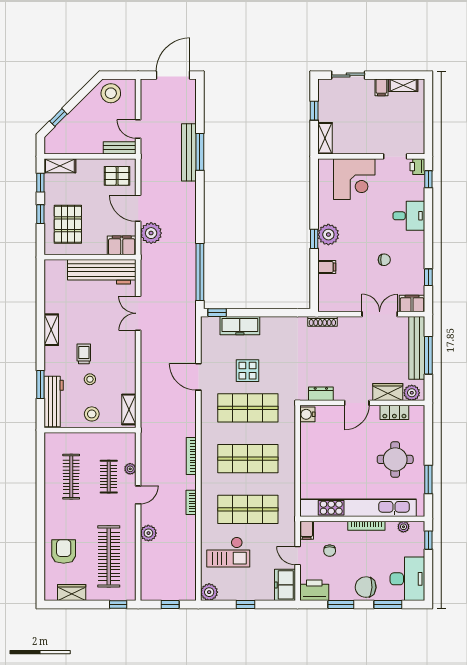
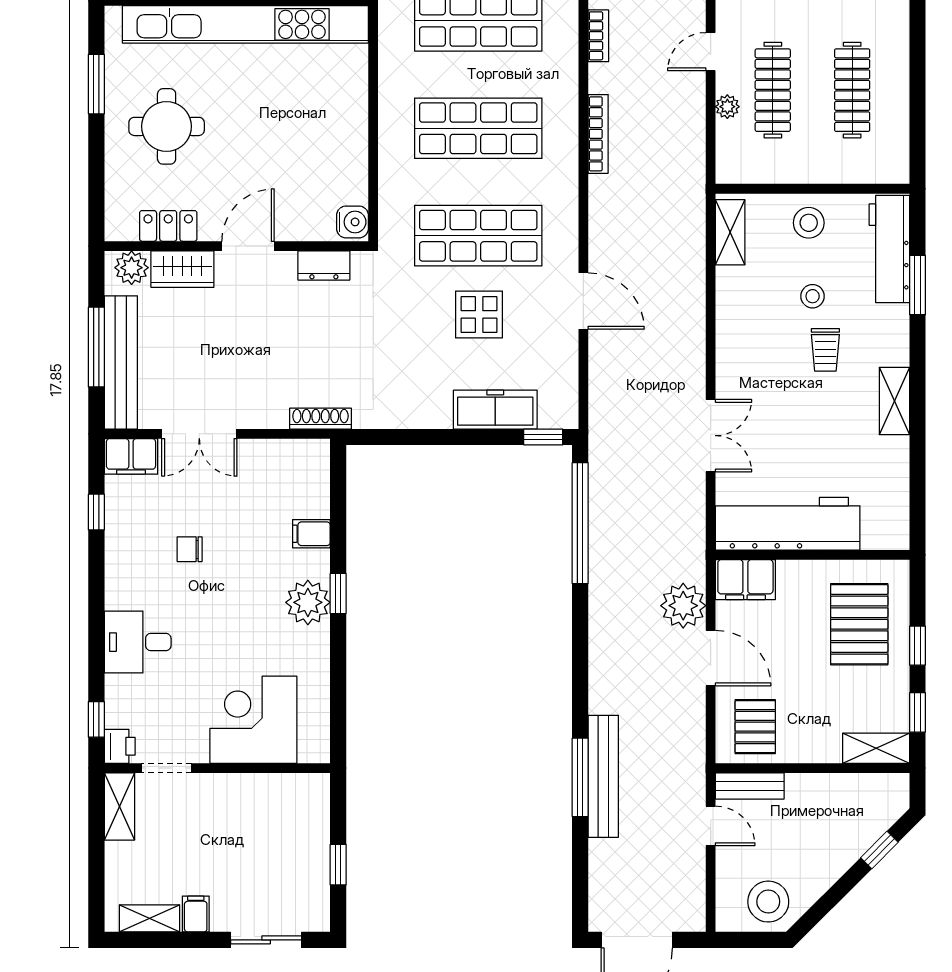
shelving: (325, 138) -> (119, 806), moved
pallet: (117, 176) -> (755, 727), turned 90
clothes rail: (109, 477) -> (773, 90), width x1.36

